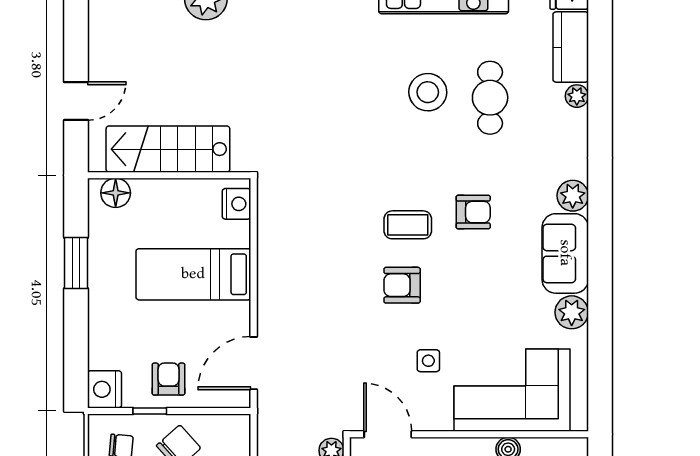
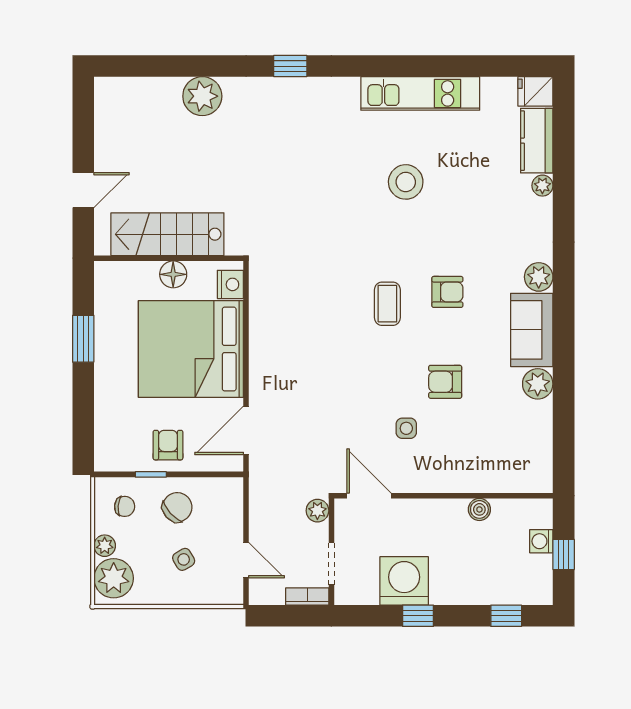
cafe table: (490, 98) -> (463, 187), removed
floor lamp: (116, 193) -> (173, 274), moved
coffee table: (408, 225) -> (387, 304), turned 90
bed: (193, 274) -> (191, 349), width x2.04
armchair: (402, 285) -> (445, 382), moved
nightstand: (105, 389) -> (109, 454), removed
corner sofa: (512, 390) -> (483, 455), removed

